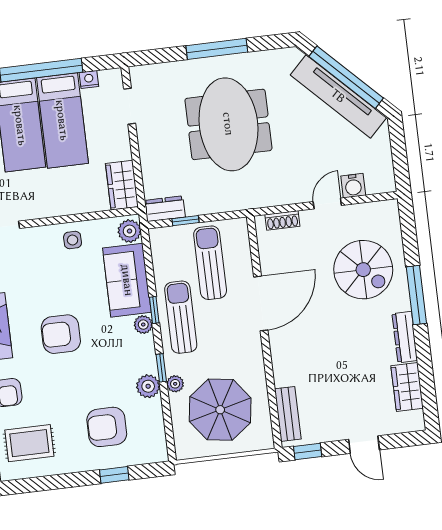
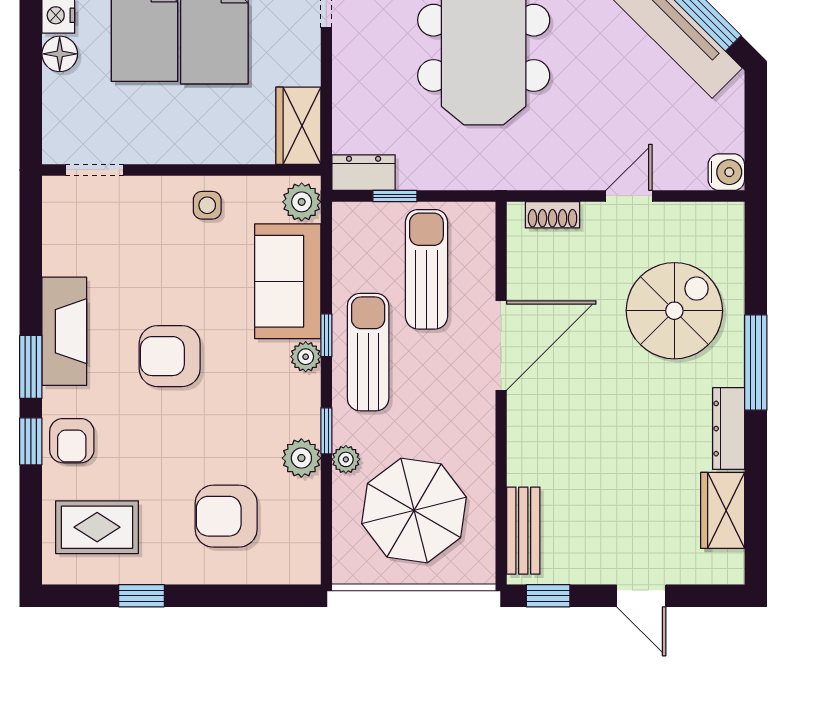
water cooler: (353, 186) -> (726, 172), moved, turned -90
spiral stairs: (363, 270) -> (674, 311), turned -90
window: (114, 475) -> (141, 596), moved

